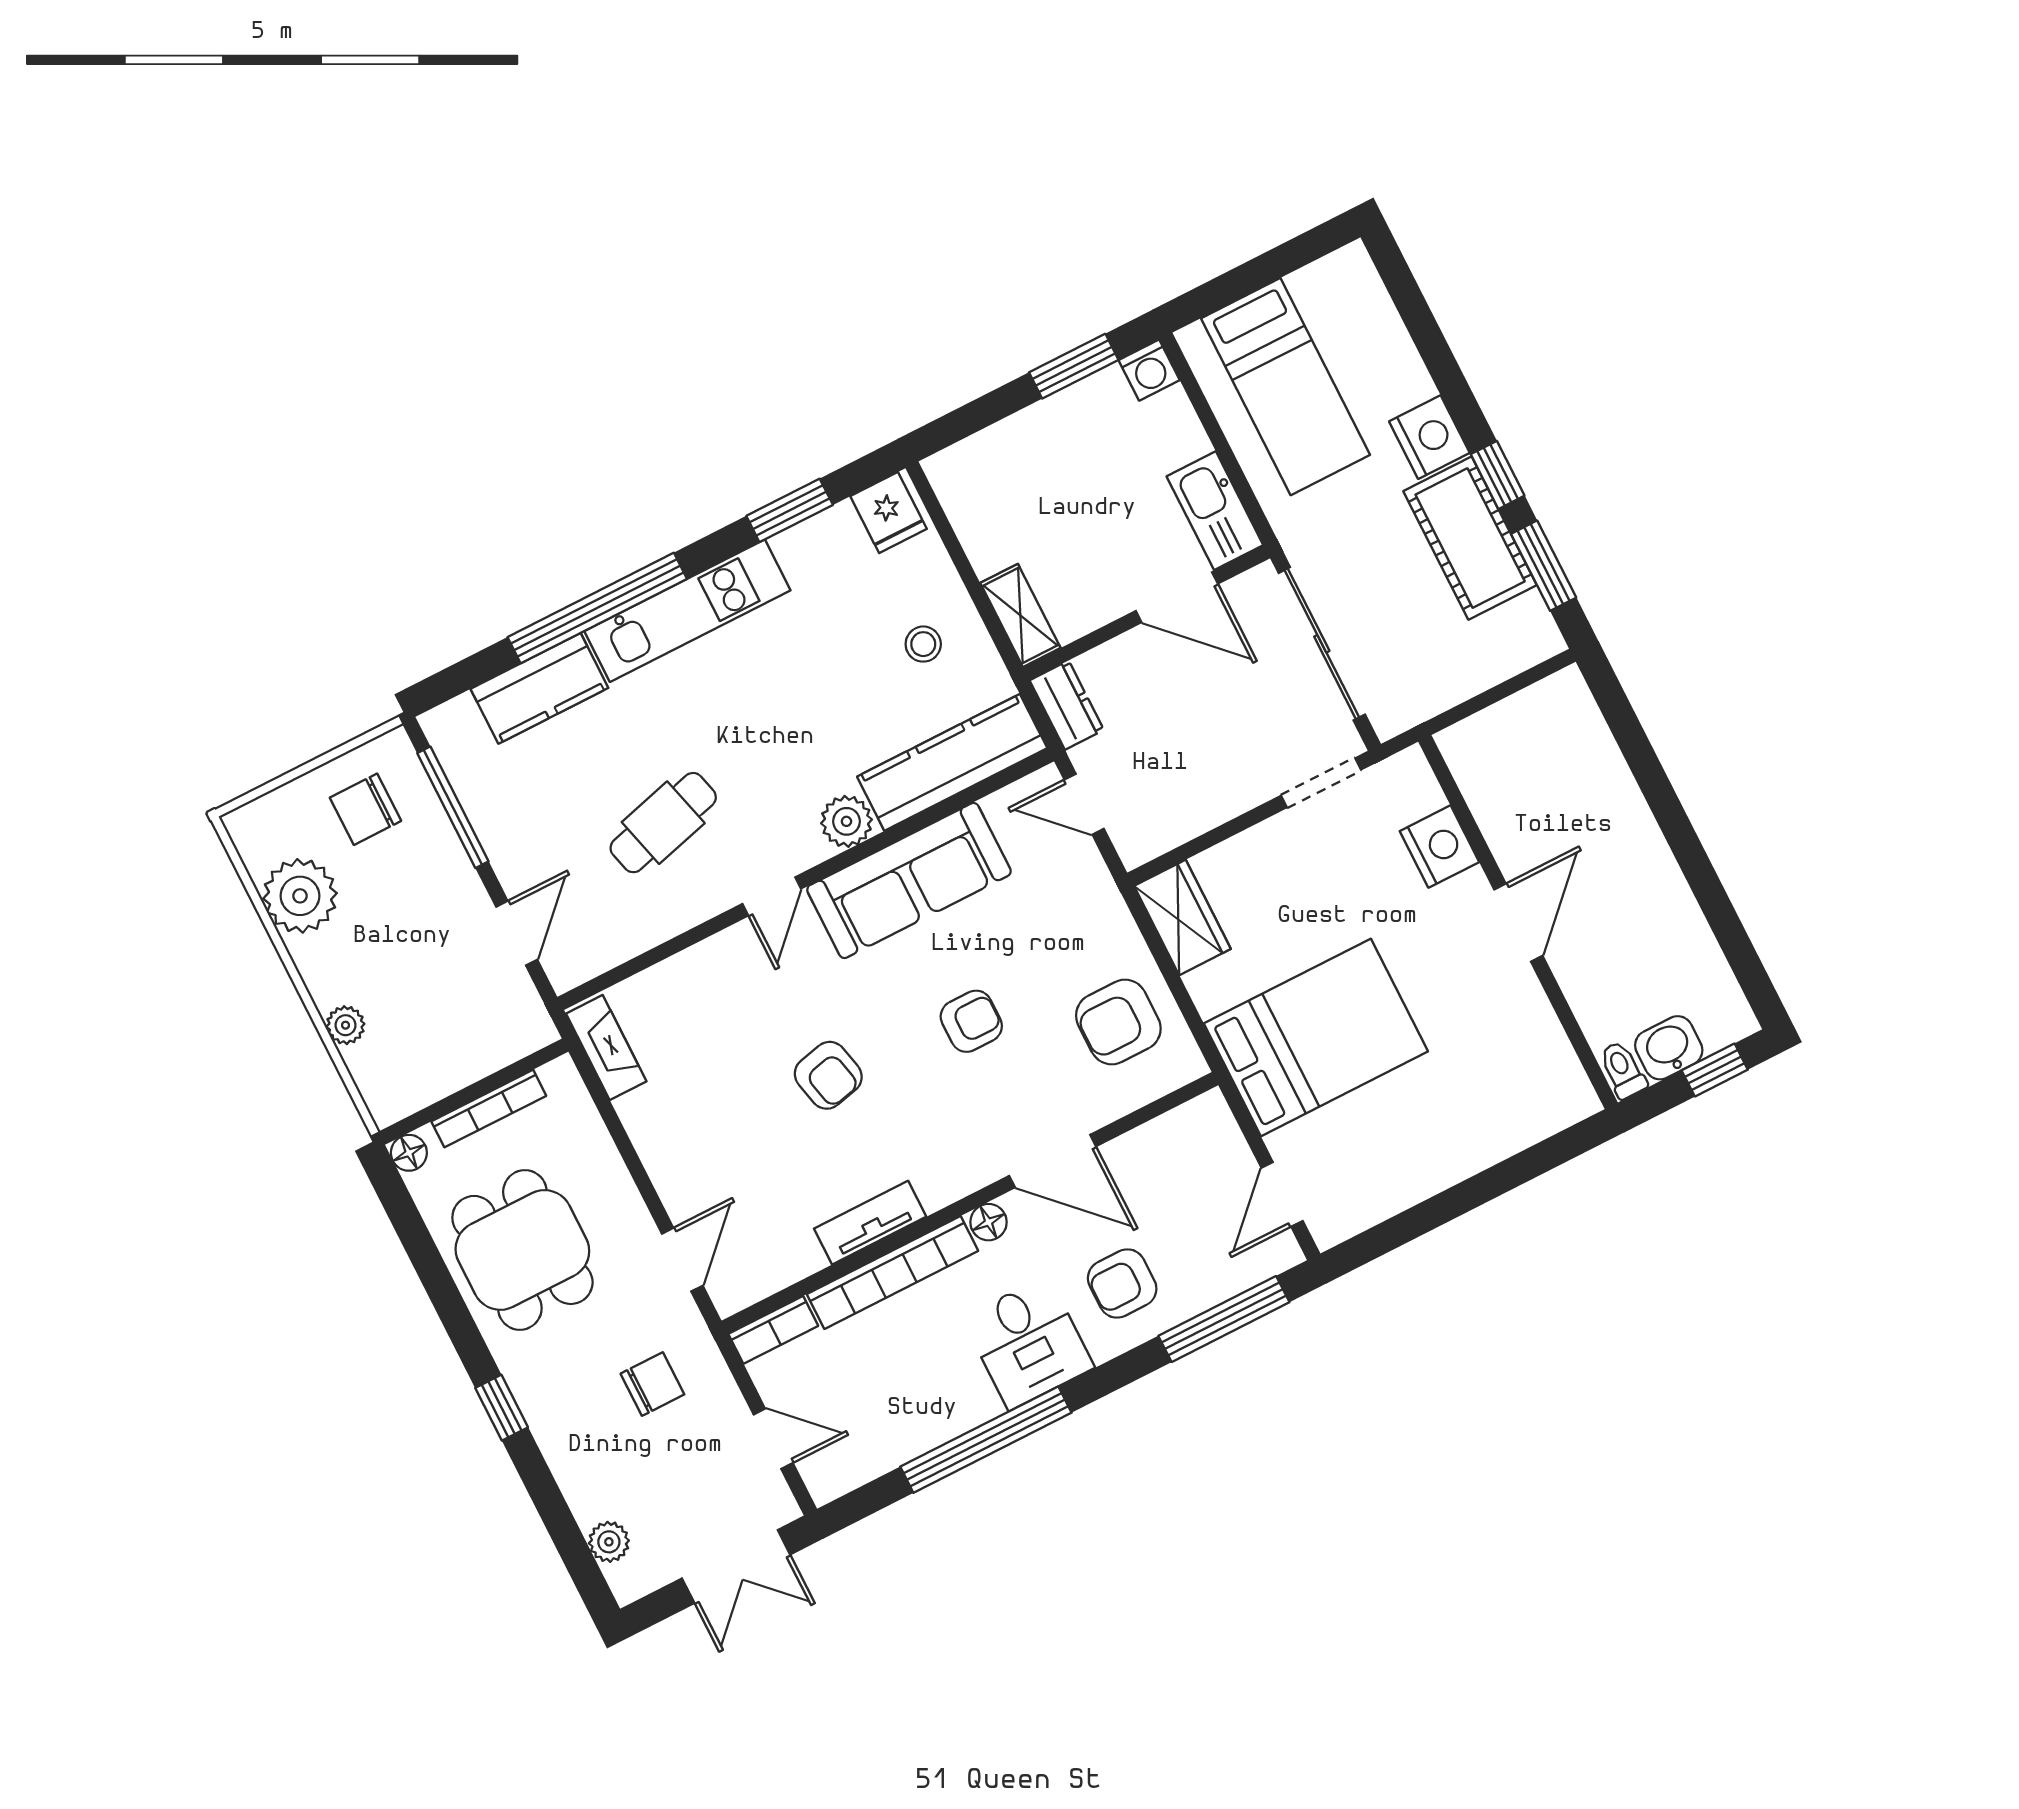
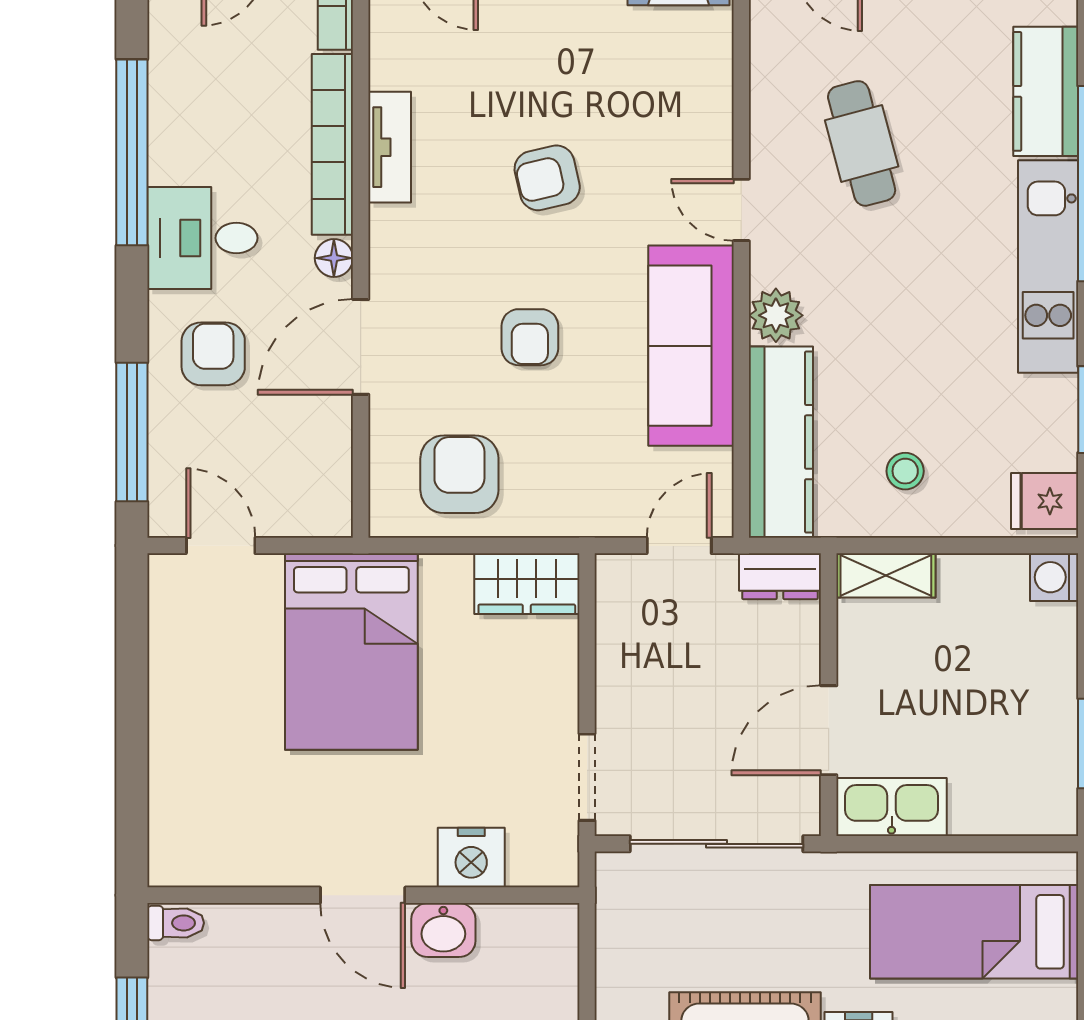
washing machine: (1149, 370) -> (1054, 577), moved
washbasin: (1669, 1048) -> (443, 930), moved, turned 90

